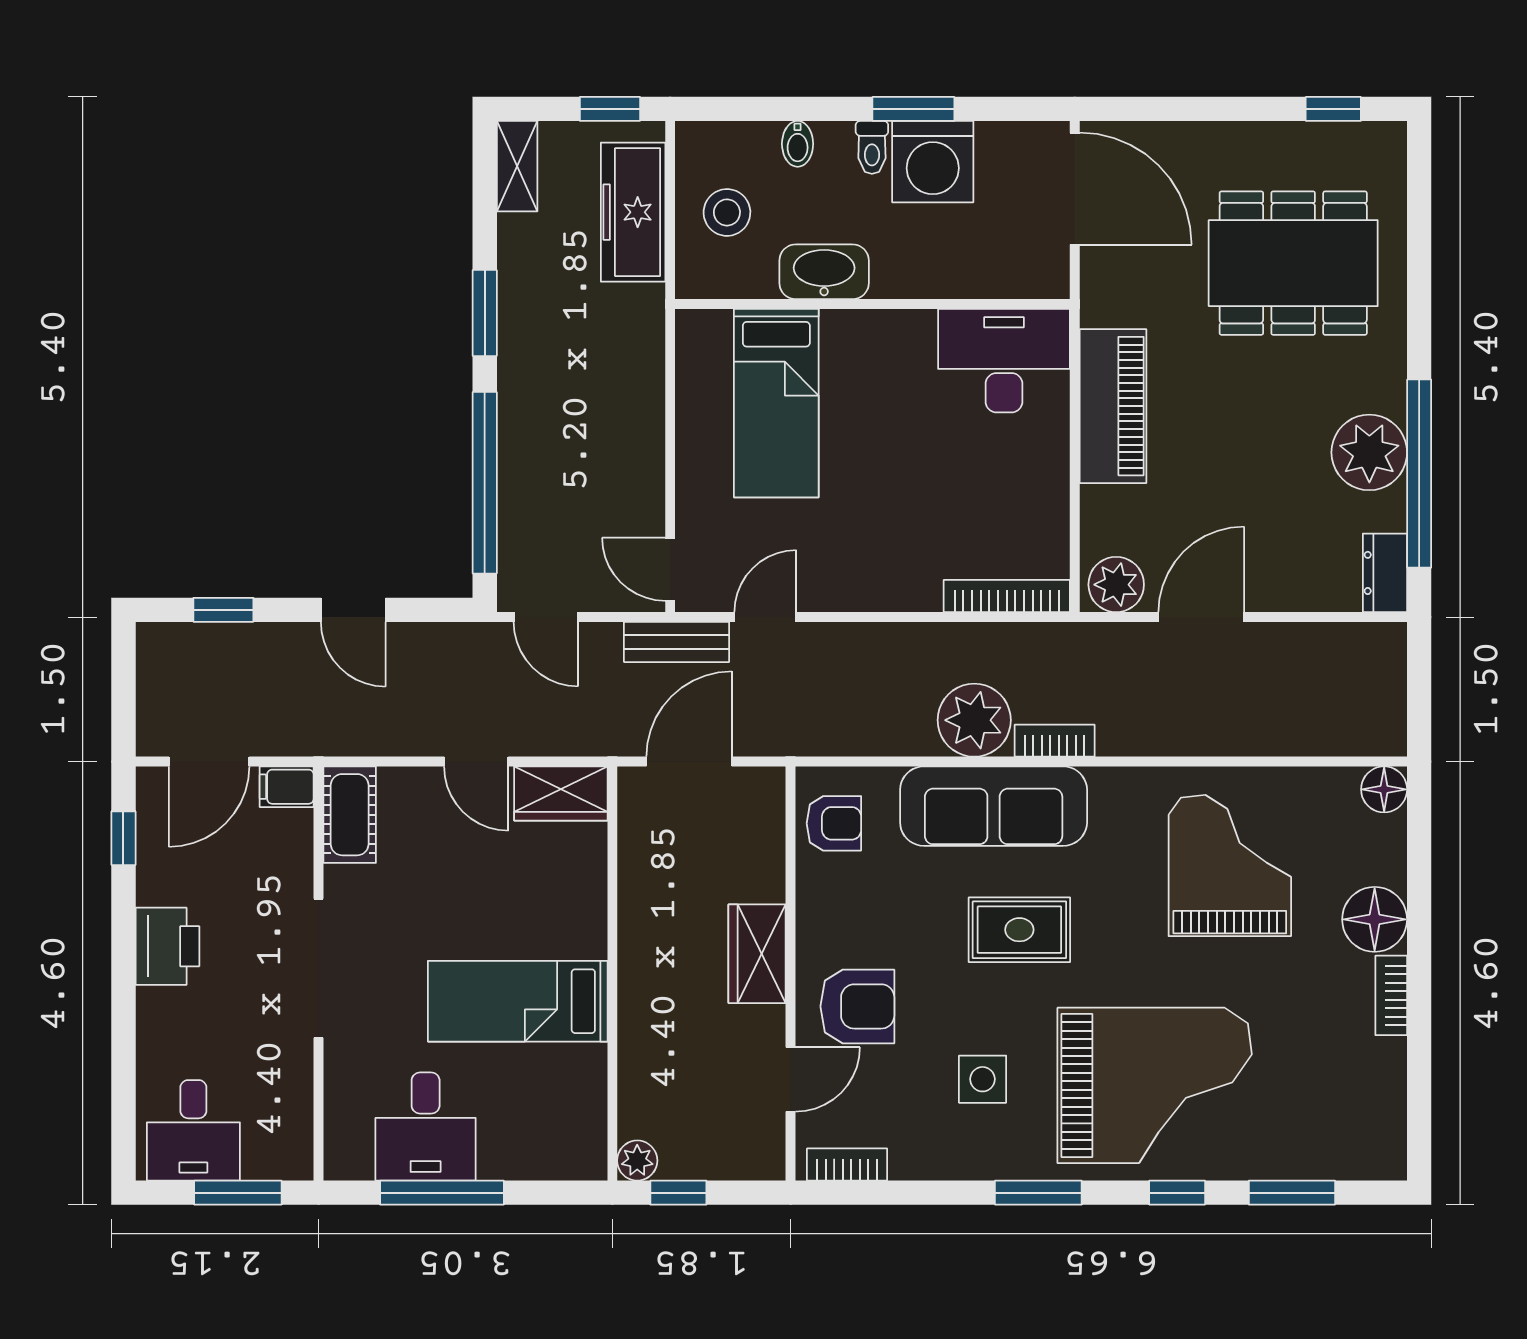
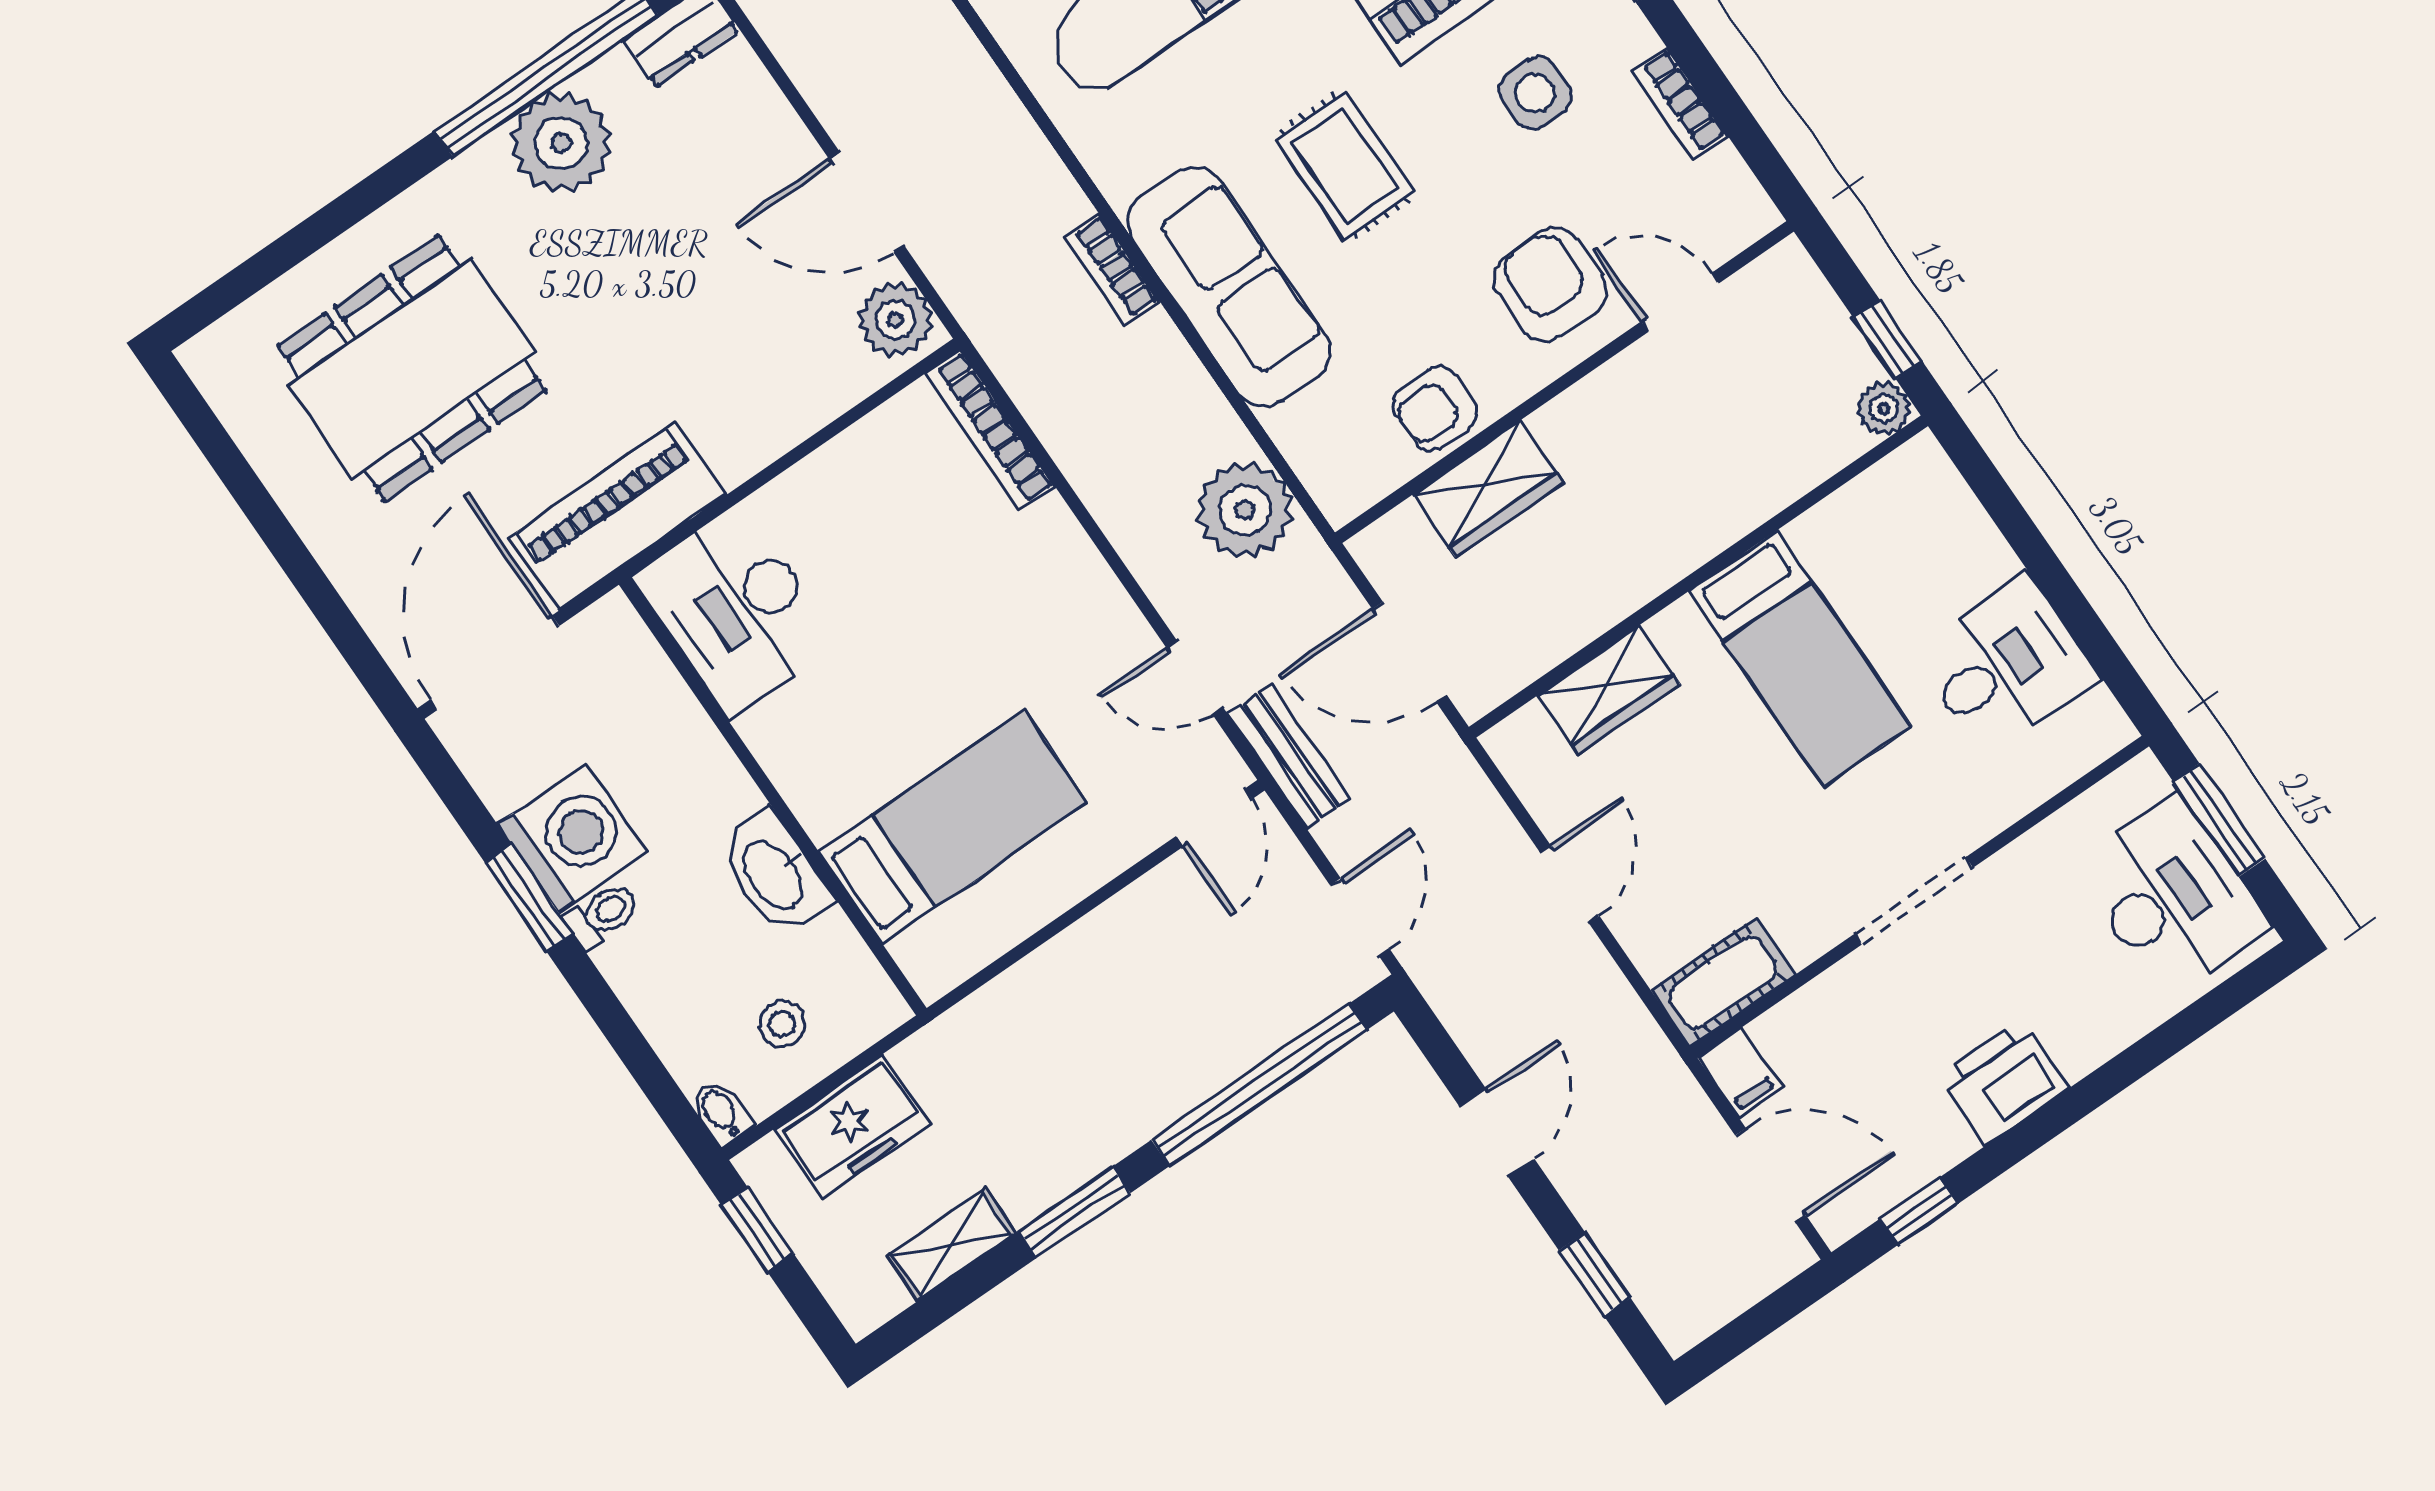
window: (1333, 109) -> (213, 441), removed
bidet: (798, 144) -> (721, 1113), moved, turned -90
shelving: (517, 166) -> (952, 1245), moved
freezer: (633, 212) -> (853, 1127), width x0.71
stool: (727, 212) -> (782, 1024), width x0.73, depth x0.73
dining table: (1293, 263) -> (412, 368), turned 90
piano: (1113, 406) -> (617, 517), moved
plant: (974, 720) -> (1245, 510), moved
wardrobe: (561, 793) -> (1609, 690), moved, turned 90
armchair: (834, 823) -> (1435, 409), moved, turned -90
wardrobe: (757, 954) -> (1488, 489), moved
doorway: (319, 968) -> (1914, 901), width x0.73
desk: (193, 1130) -> (2172, 896), width x1.37
bookcase: (847, 1165) -> (1680, 104), moved
window: (442, 1193) -> (2066, 597), removed

